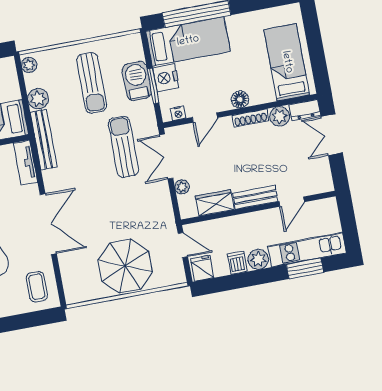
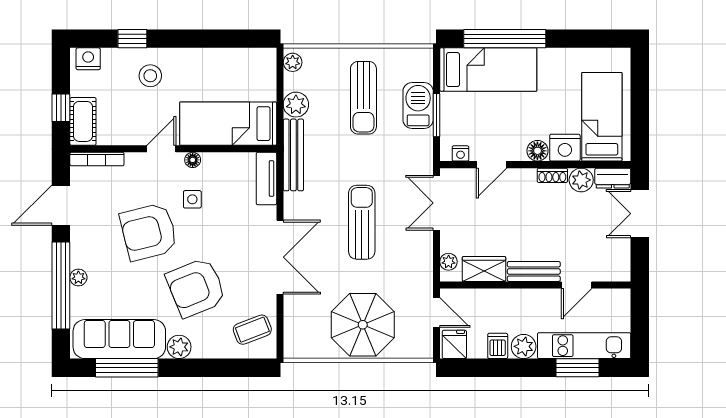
nightstand: (166, 78) -> (565, 148), moved, turned -90
shoe rack: (250, 118) -> (552, 175), width x0.70
sun lounger: (123, 147) -> (362, 222), moved
plant: (182, 187) -> (449, 262), moved
coffee table: (37, 287) -> (252, 330), turned 68

